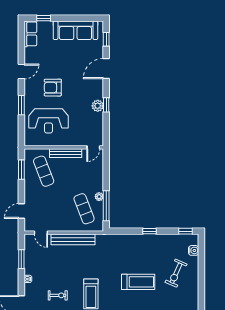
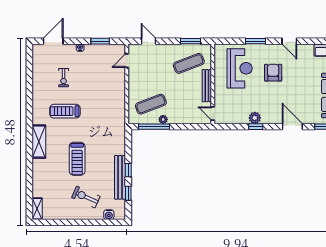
reception desk: (48, 121) -> (240, 68), turned 180
window: (186, 231) -> (128, 193), moved
bench: (73, 239) -> (120, 177), moved

